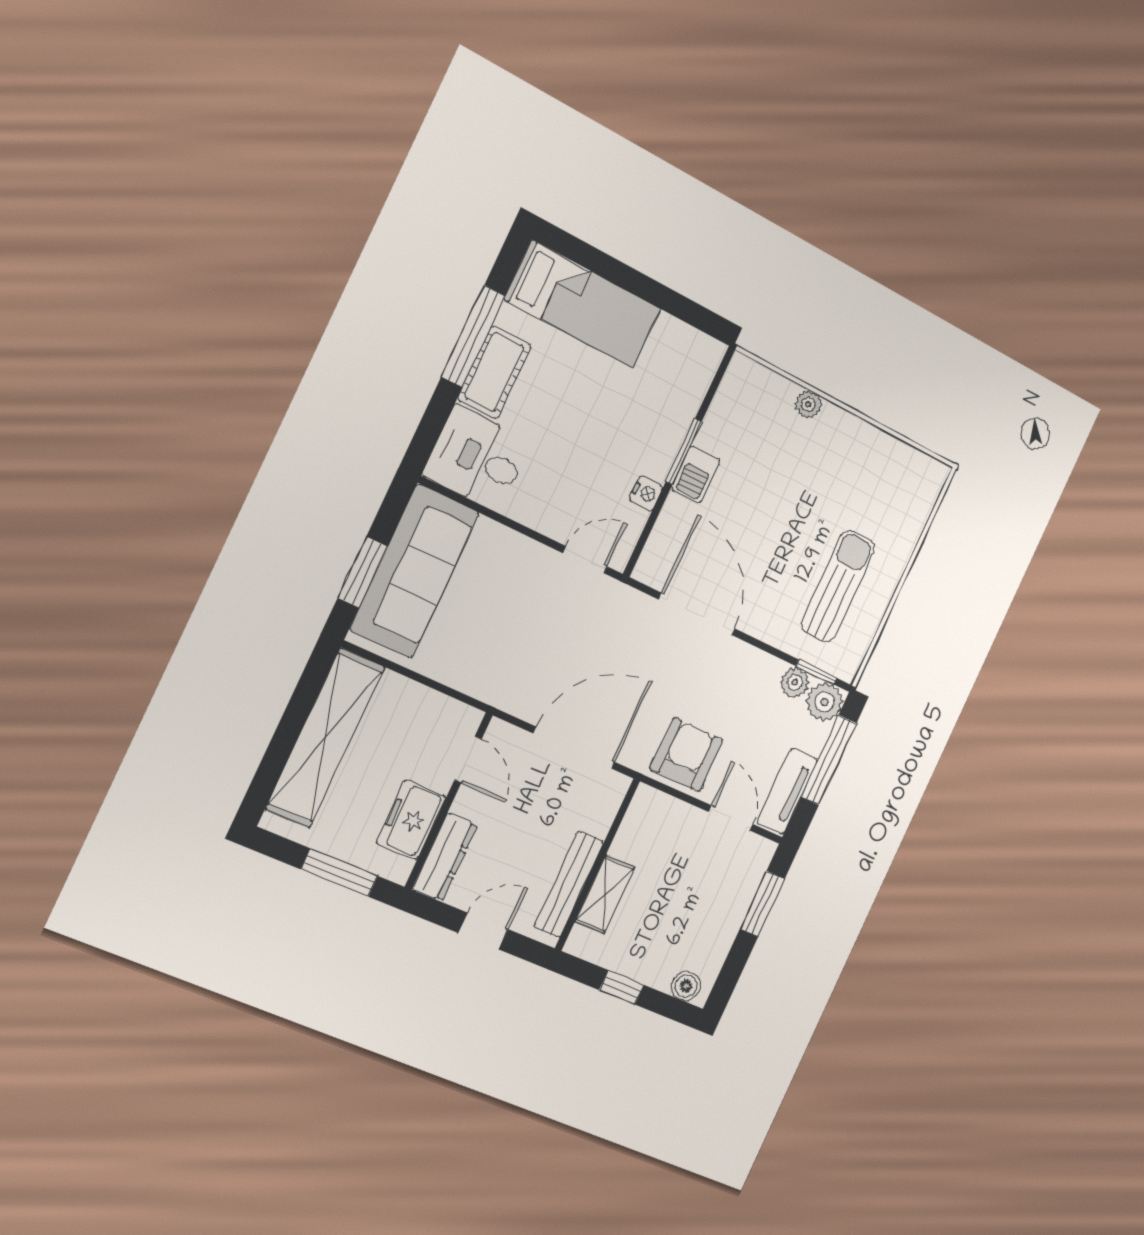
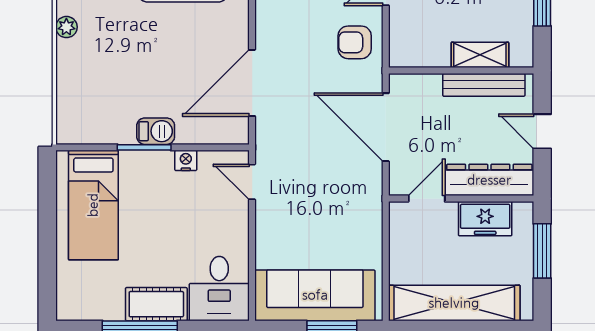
bed: (583, 304) -> (93, 205), moved, turned 180
plant: (808, 404) -> (66, 27), moved
armchair: (686, 755) -> (355, 42), width x0.72, depth x0.72
dresser: (445, 857) -> (489, 180), width x1.37, depth x1.24

